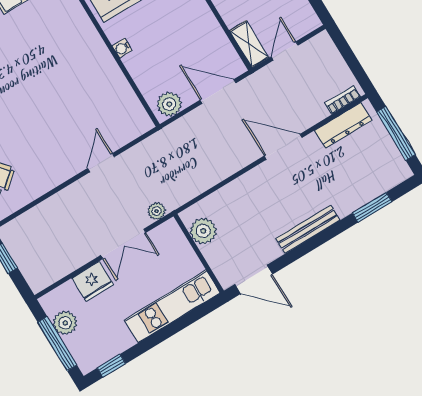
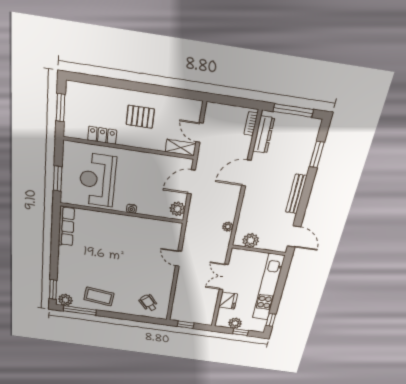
plant: (157, 211) -> (228, 227), moved
double door: (123, 244) -> (224, 277), swing flipped
door: (254, 279) -> (294, 236), hinge flipped
kitchen unit: (172, 306) -> (268, 287), width x1.36
window: (57, 344) -> (241, 332), width x0.46

